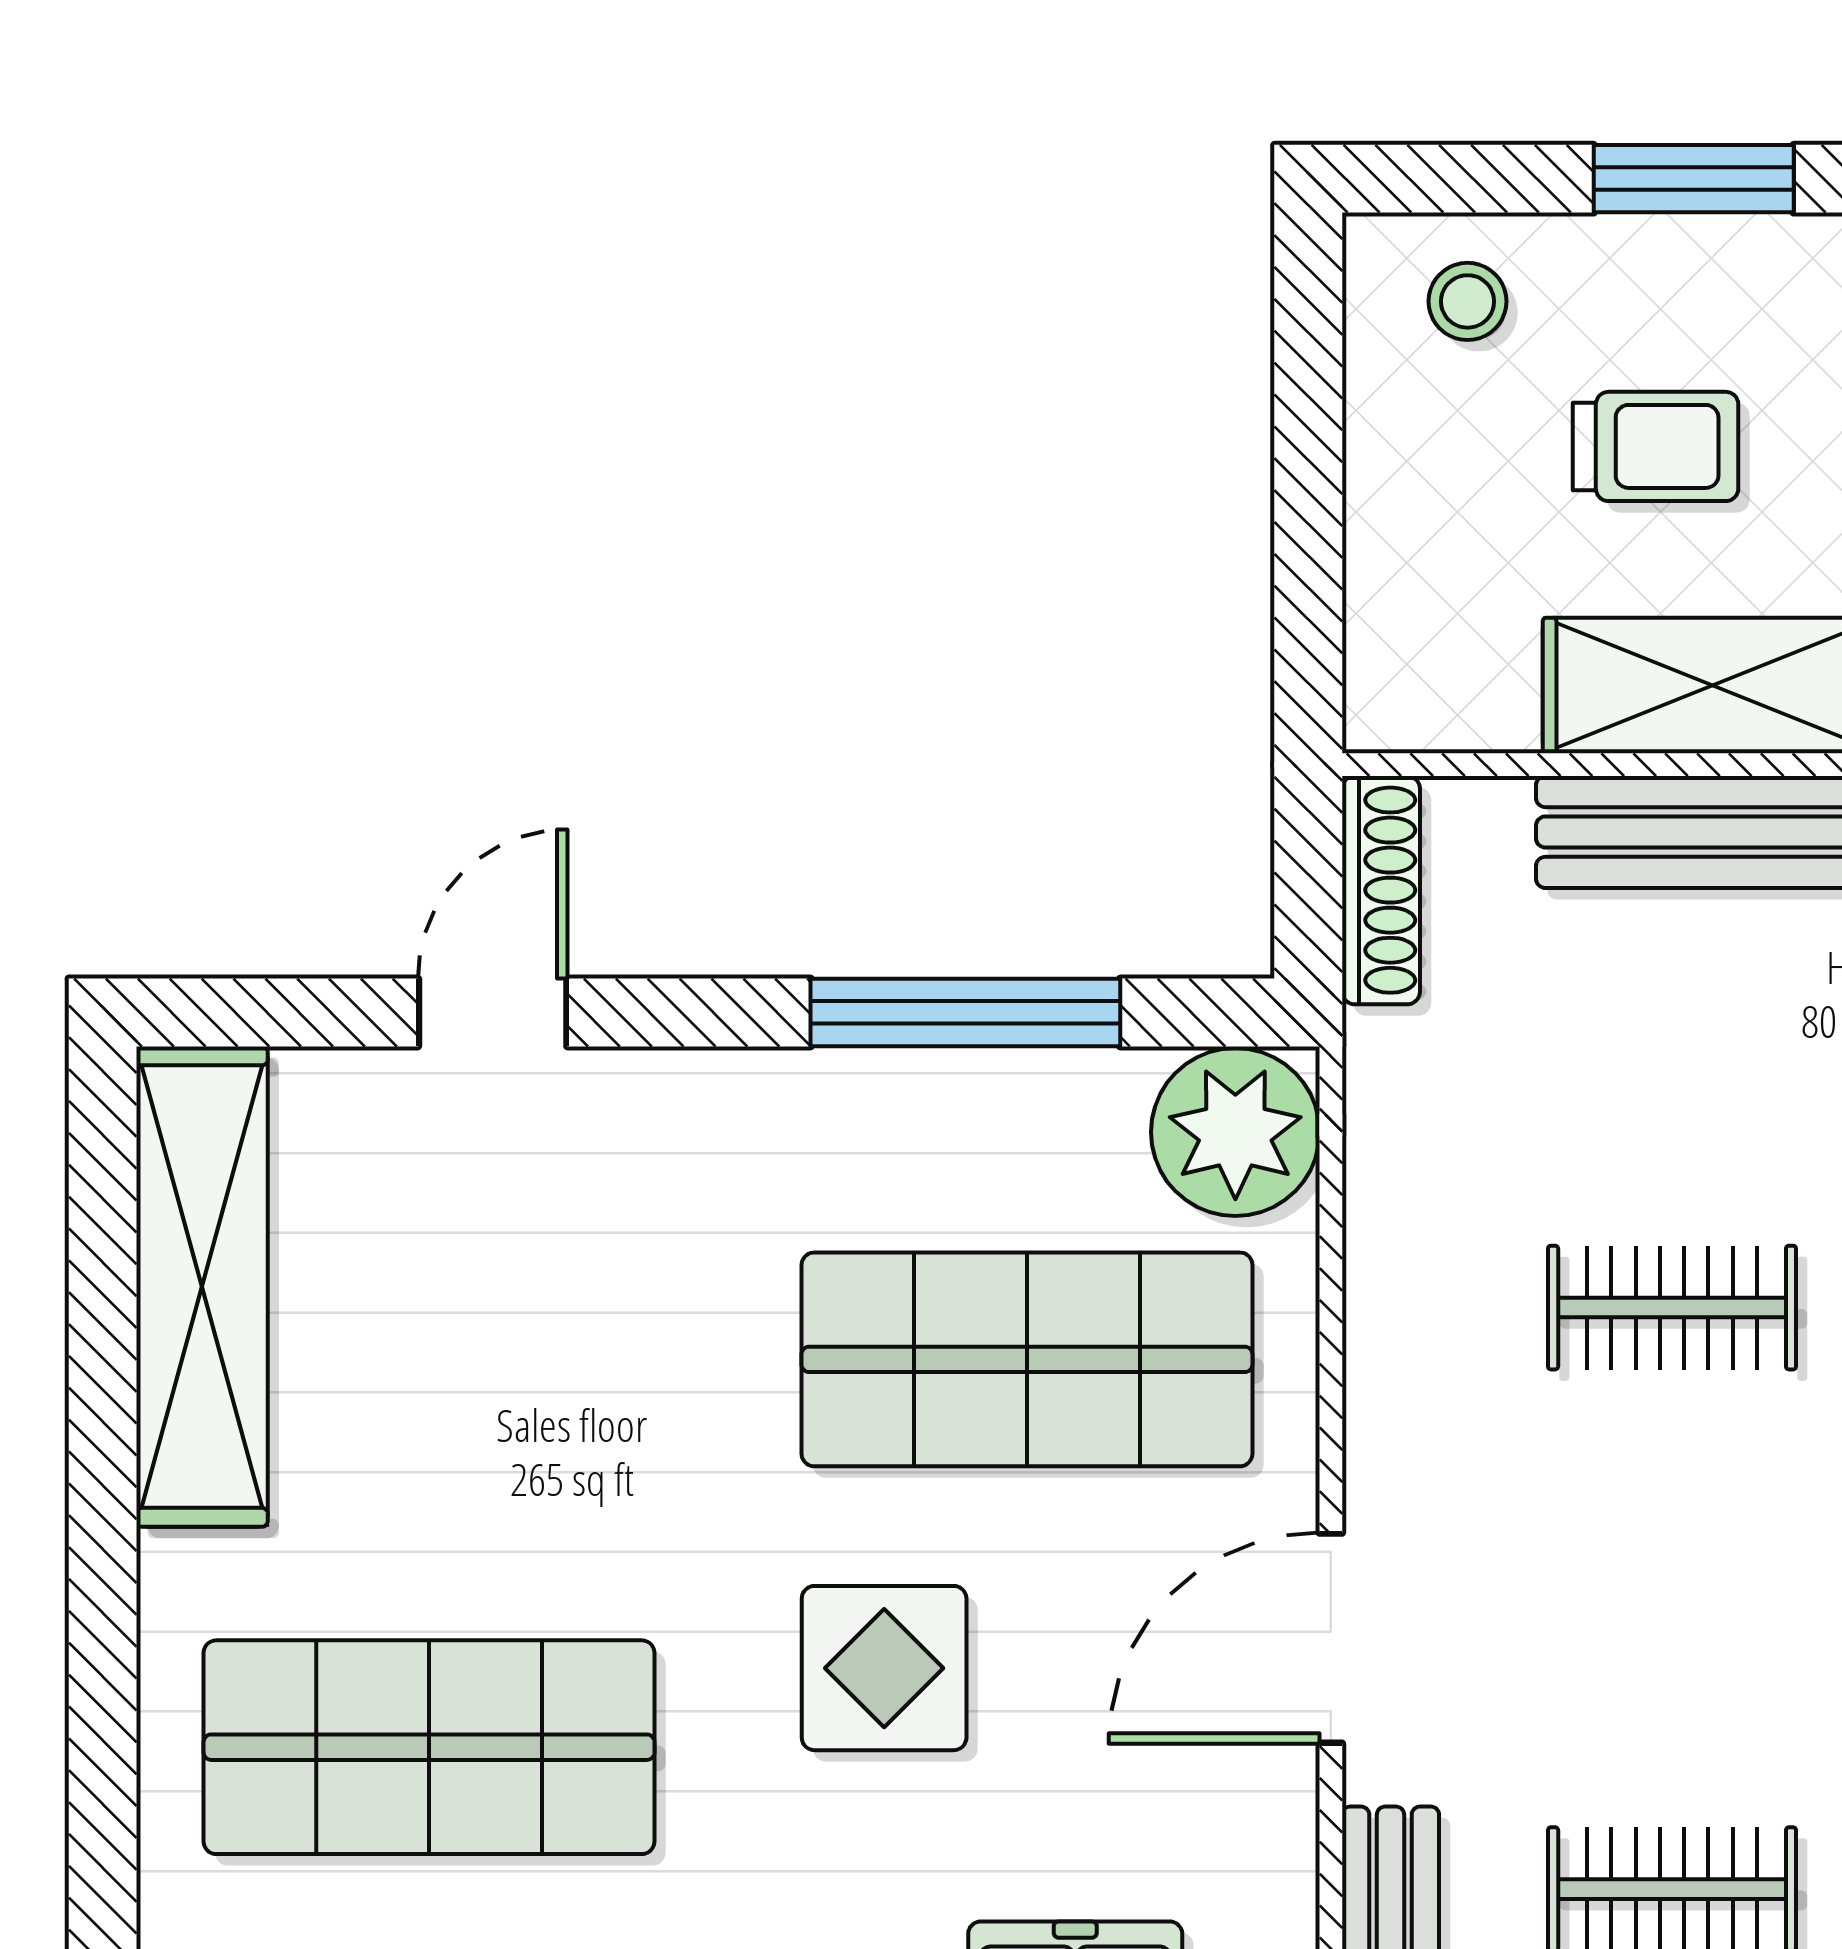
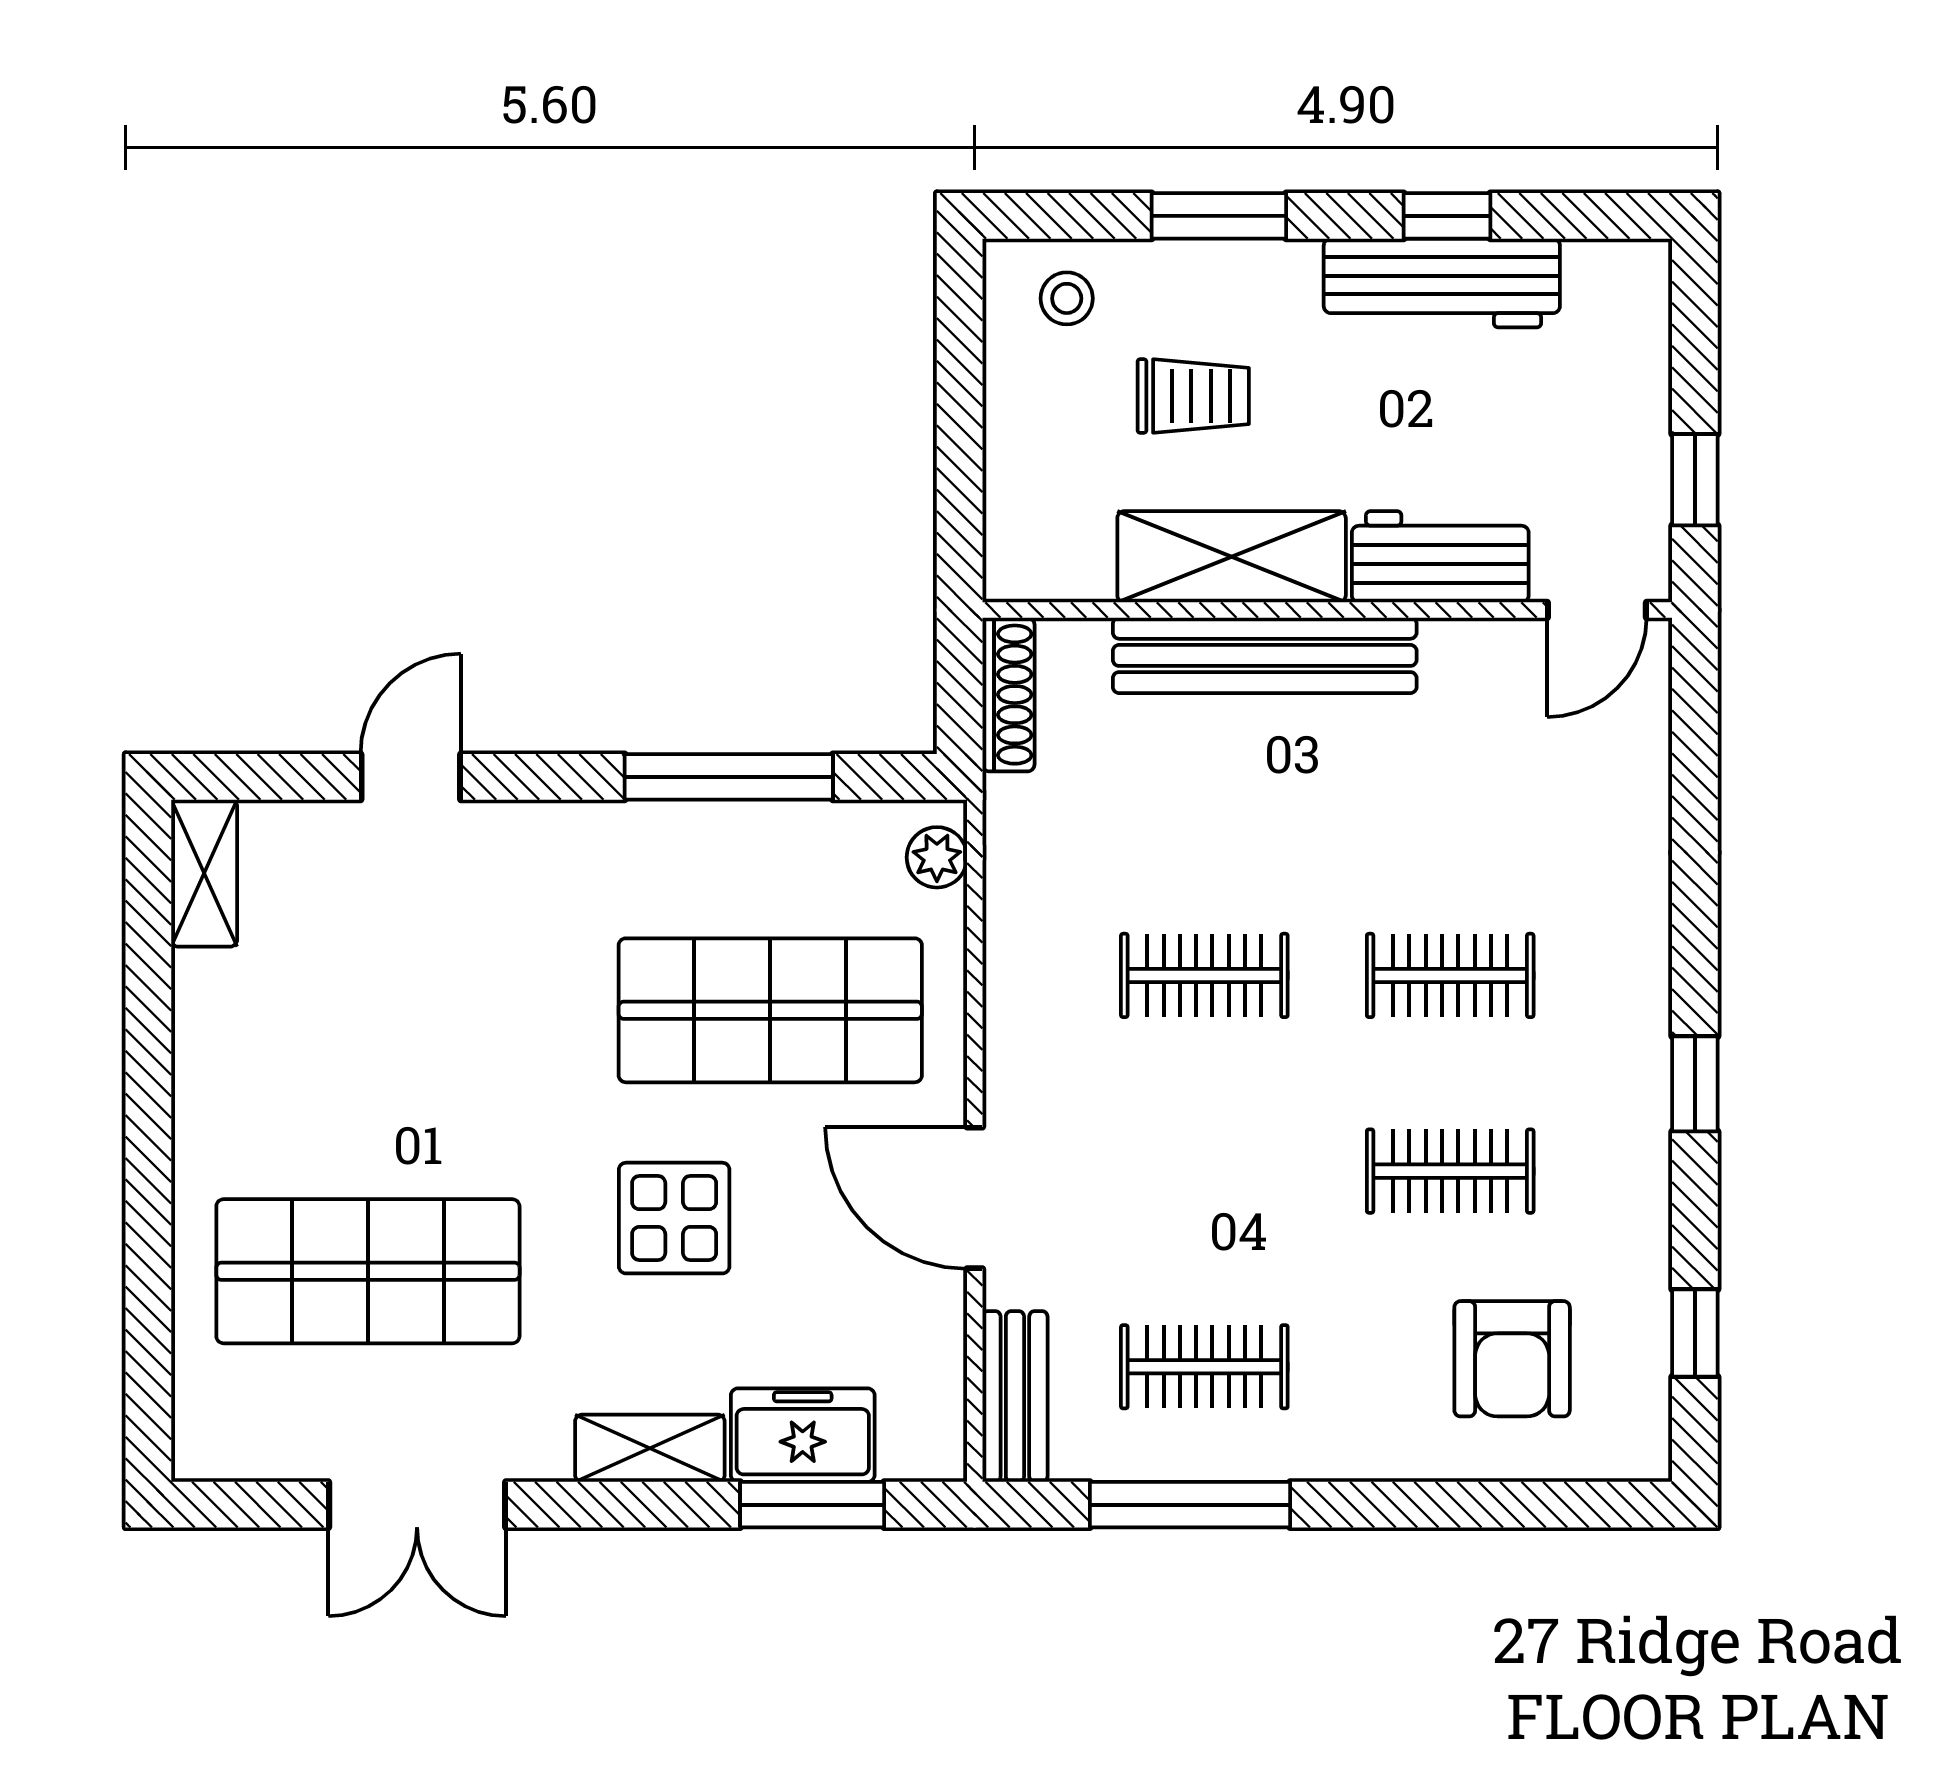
plant: (1235, 1132) -> (937, 857), width x0.53, depth x0.53
shelving: (202, 1287) -> (204, 873), width x0.45, depth x0.75
door: (1331, 1638) -> (975, 1198), hinge flipped

